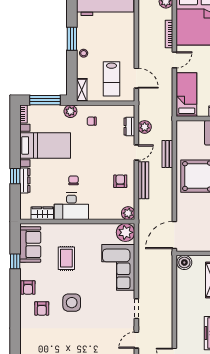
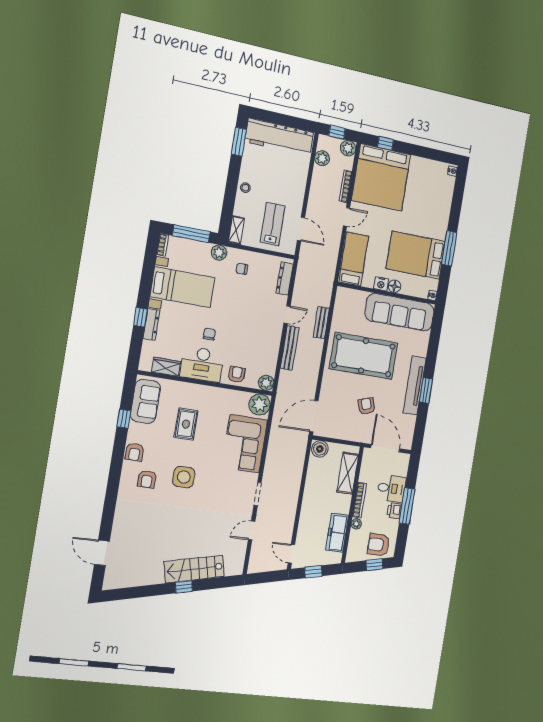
window: (72, 39) -> (239, 142), moved
lab bench: (111, 79) -> (273, 224), turned 180
dresser: (129, 127) -> (285, 278), width x1.44
plant: (145, 127) -> (322, 158), moved
armchair: (120, 181) -> (237, 375), moved

